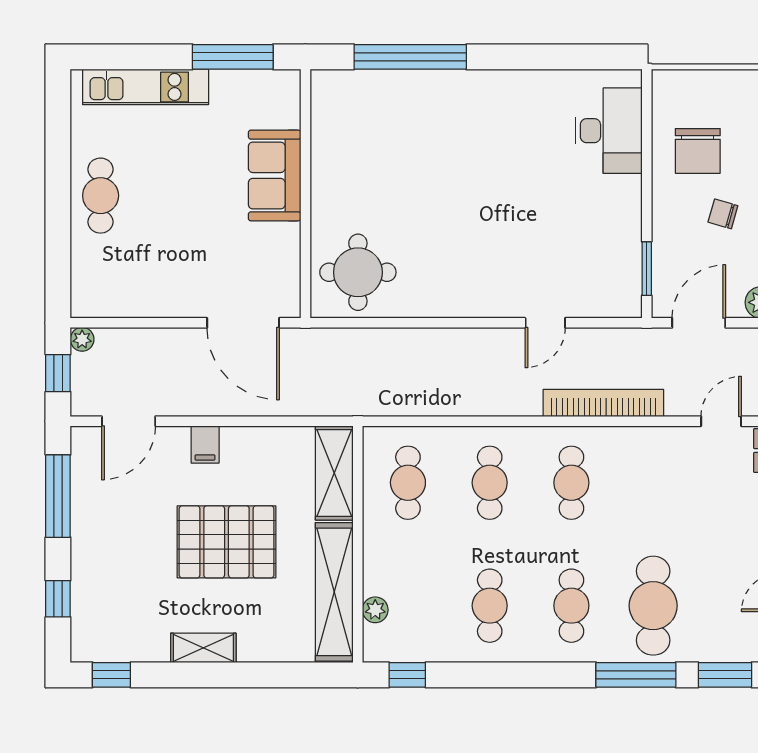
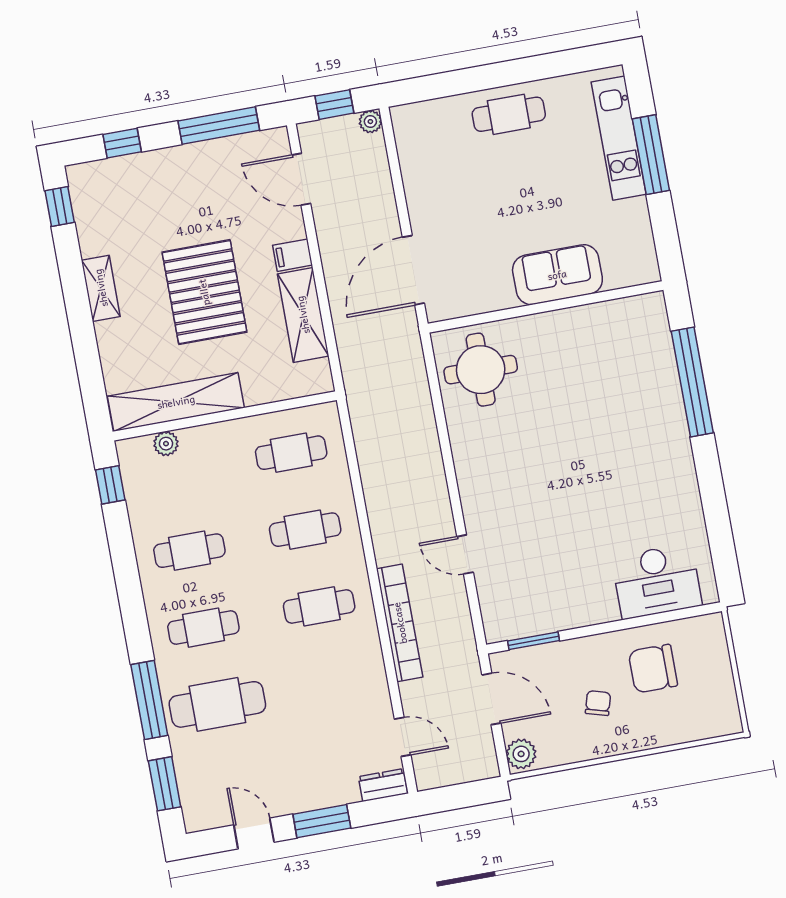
window: (233, 57) -> (651, 155), moved
shelving: (334, 473) -> (303, 315), moved, turned 90

